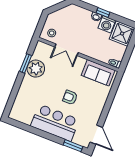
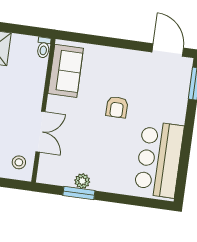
plant: (36, 69) -> (82, 181), width x0.53, depth x0.53
bar counter: (55, 123) -> (159, 159), moved
door: (96, 135) -> (168, 50), hinge flipped

